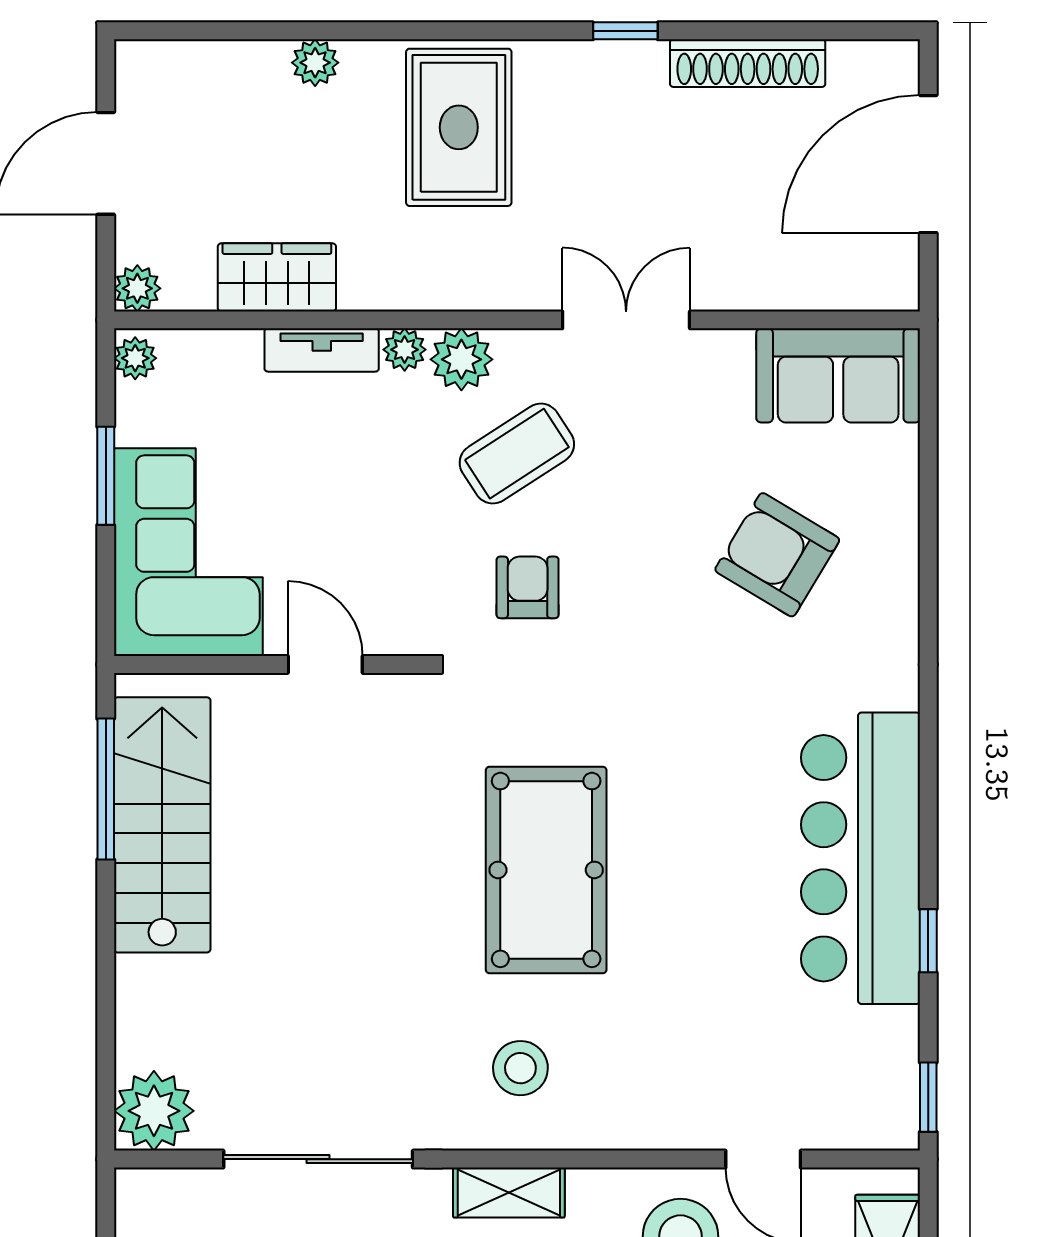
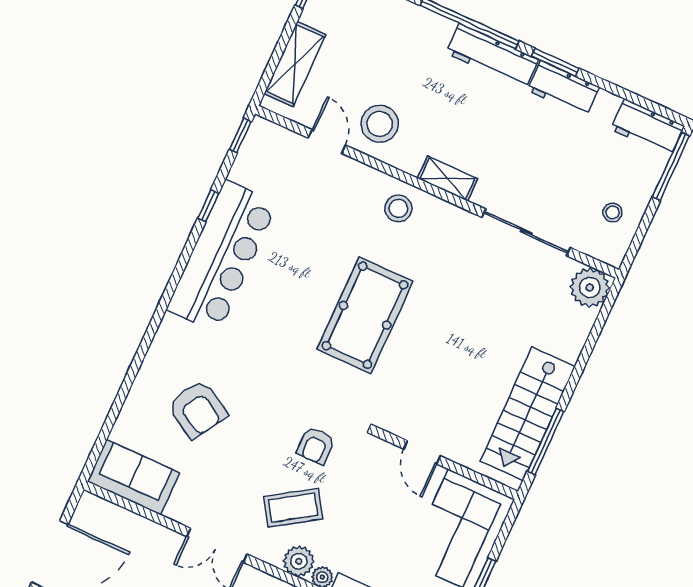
stool: (520, 1068) -> (398, 208), moved

